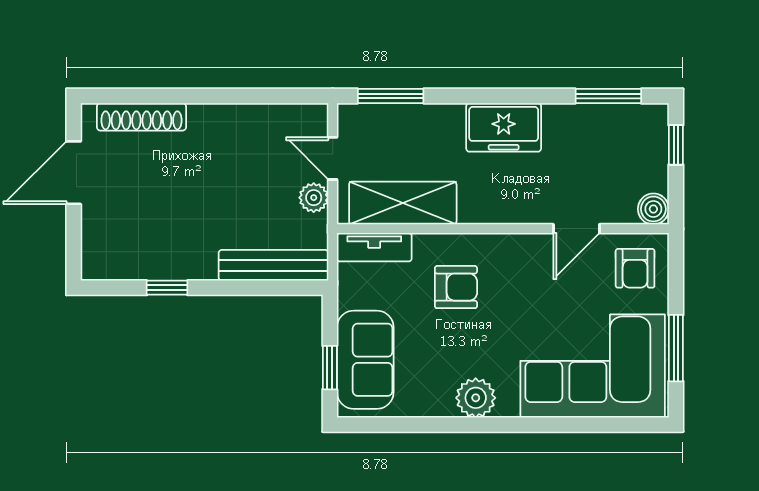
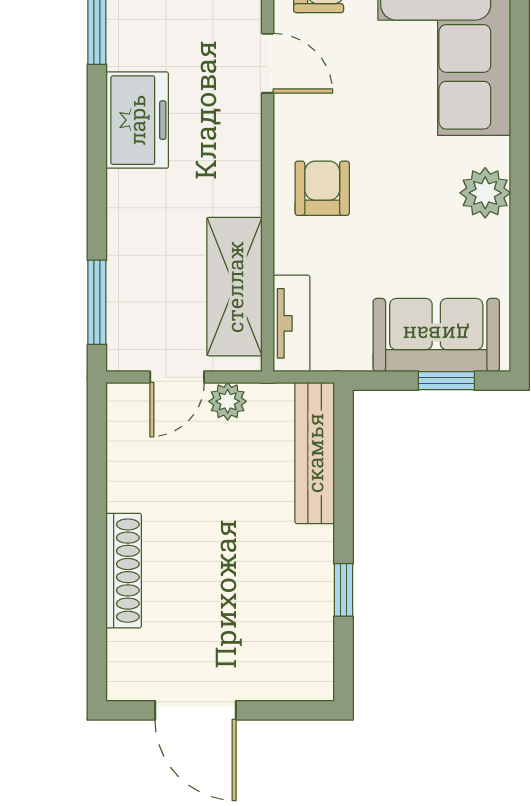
shoe rack: (141, 117) -> (124, 571), moved
freezer: (504, 127) -> (137, 120), moved
armchair: (456, 287) -> (322, 188), moved

